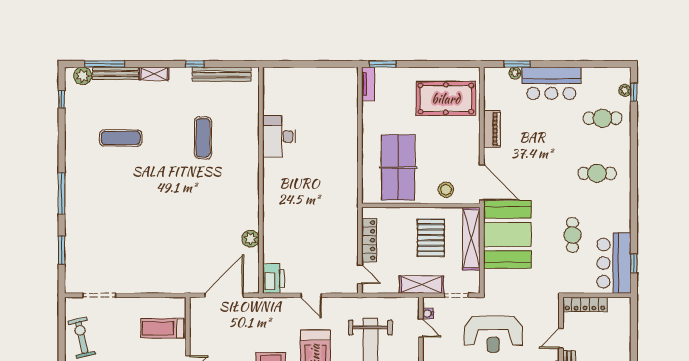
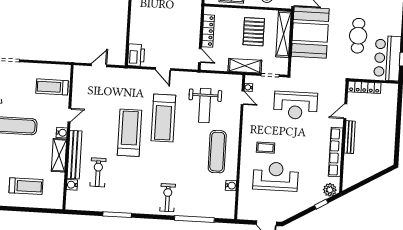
cafe table: (572, 235) -> (358, 36), width x1.37, depth x1.35
plant: (251, 239) -> (121, 25), removed
door: (224, 295) -> (99, 65), width x0.53

